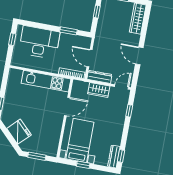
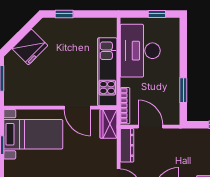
desk: (39, 42) -> (140, 51), moved, turned 180
door: (89, 58) -> (151, 127), hinge flipped
wardrobe: (99, 90) -> (109, 124), moved

